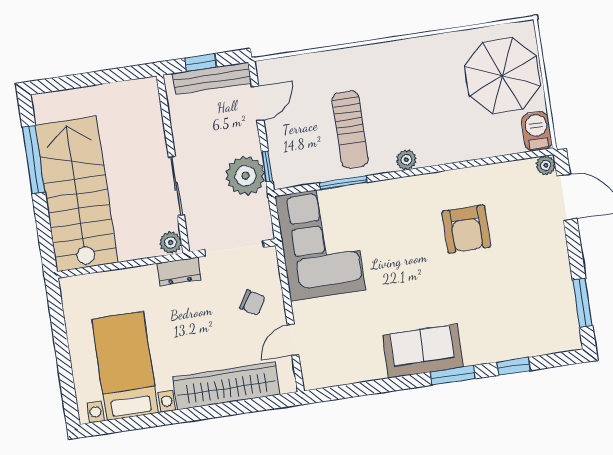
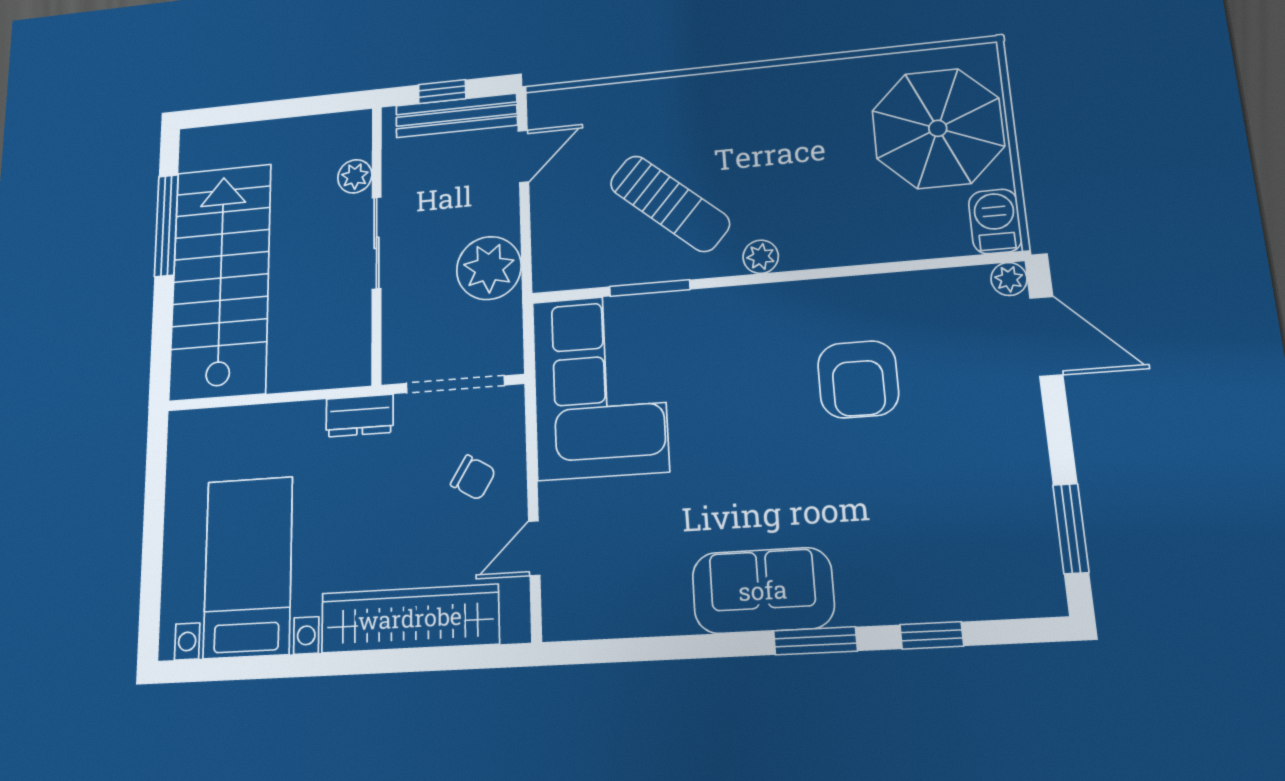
sun lounger: (350, 130) -> (670, 203), turned -49
window: (267, 167) -> (526, 255), removed
sliding door: (176, 186) -> (377, 243), moved
plant: (171, 243) -> (355, 176), moved

